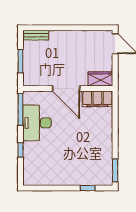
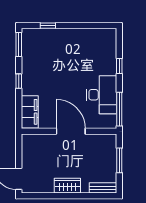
wardrobe: (100, 79) -> (67, 186), moved, turned 180
filing cabinet: (97, 99) -> (30, 112), moved, turned 90
window: (115, 136) -> (19, 81), added

